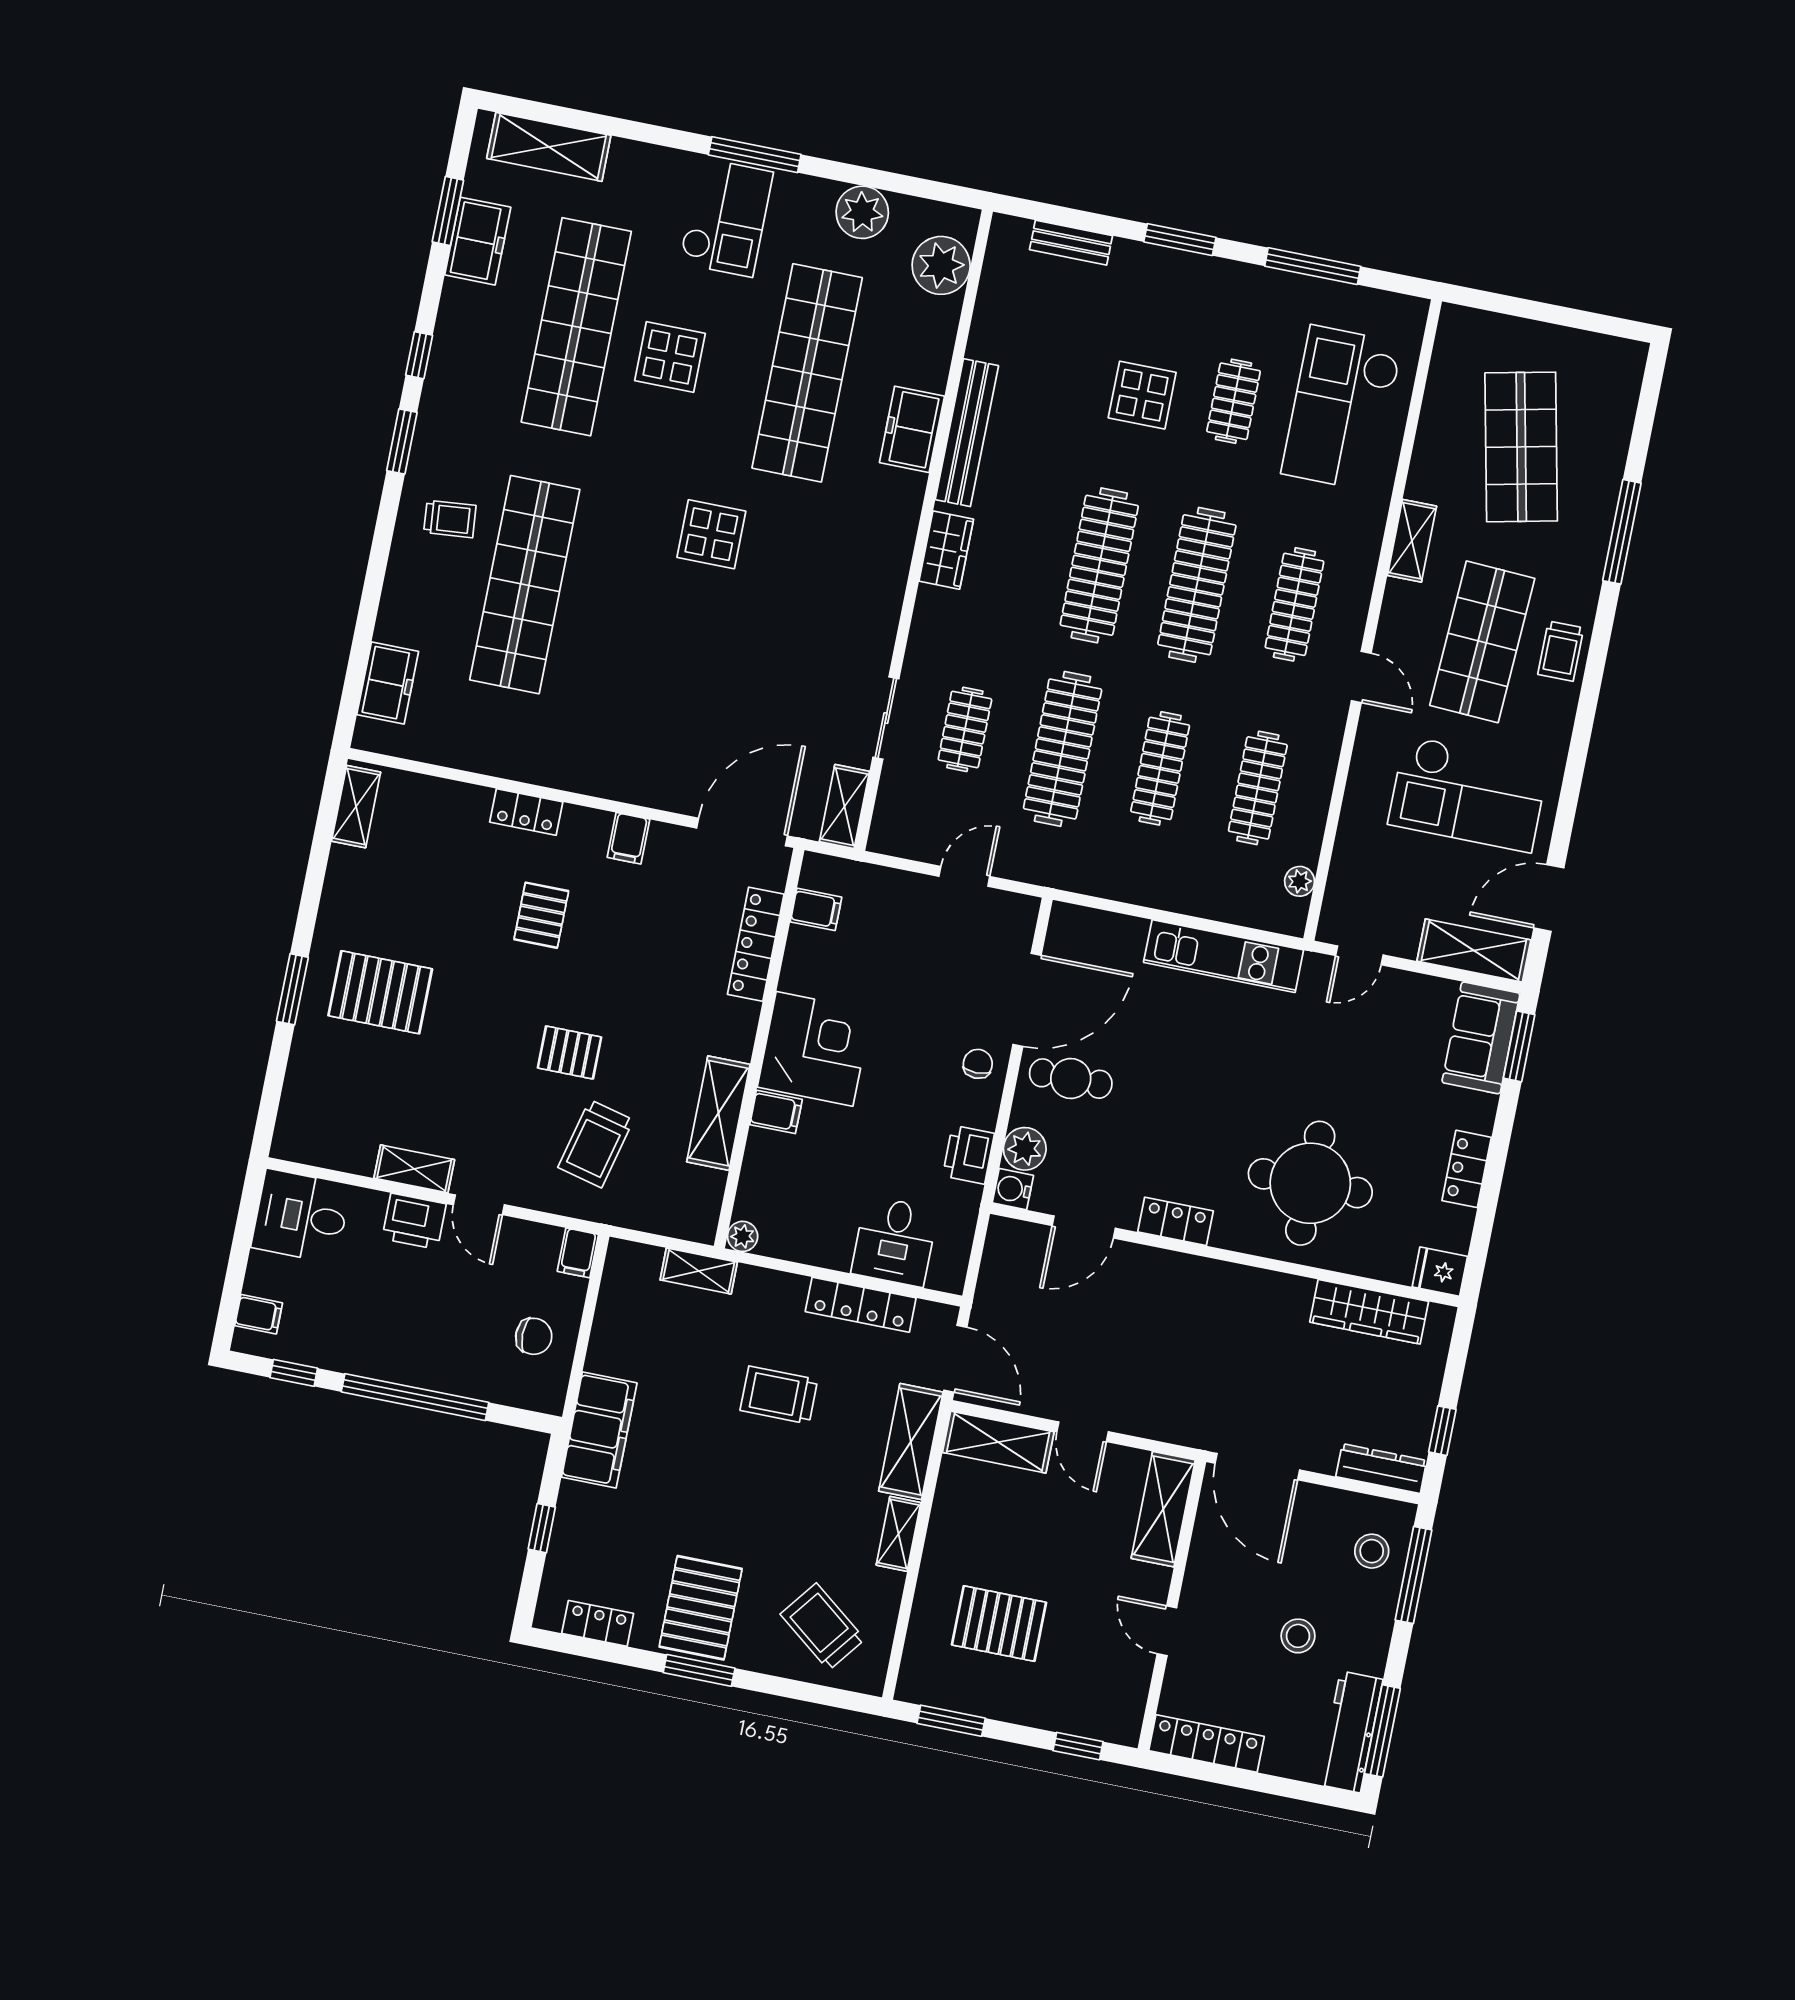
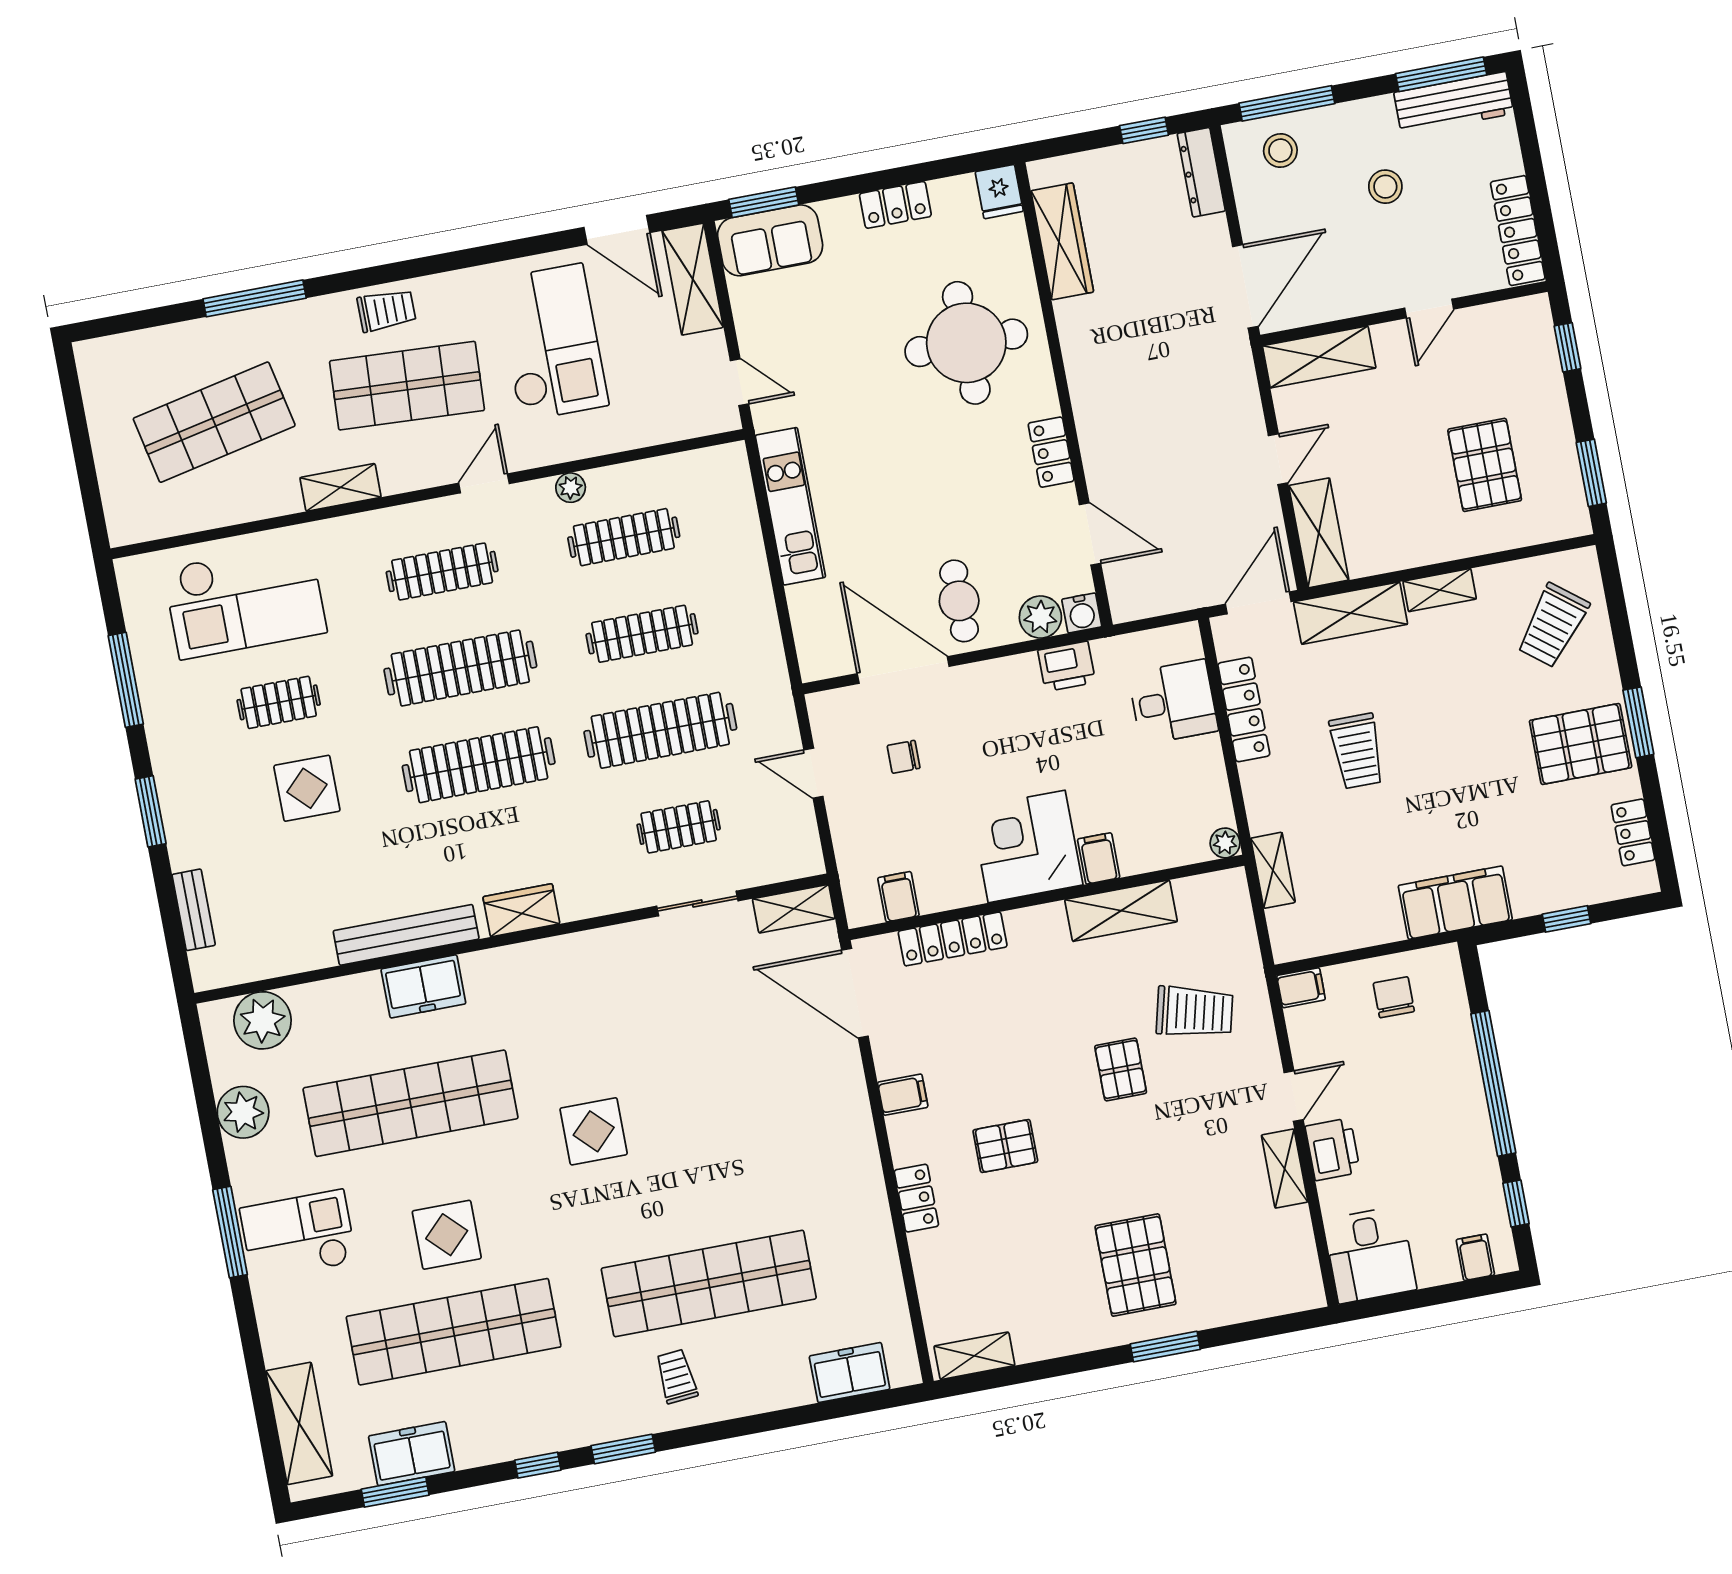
plant: (1300, 881) -> (571, 488), moved
chair: (978, 1064) -> (904, 757), moved

